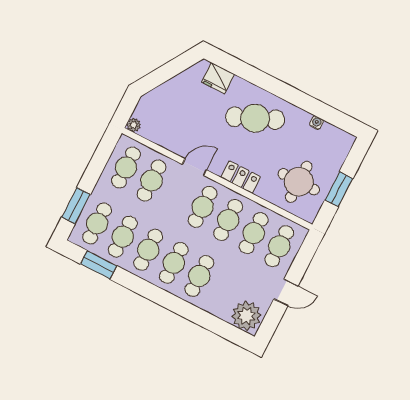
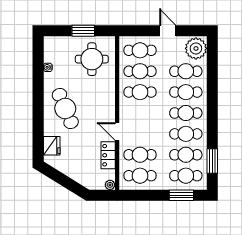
locker: (241, 177) -> (108, 155), moved
cafe table: (203, 207) -> (186, 71), moved

